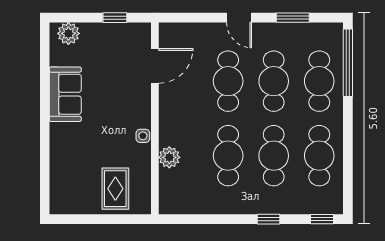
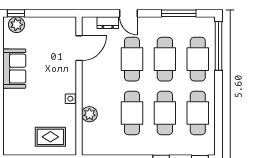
window: (115, 18) -> (16, 13), moved
door: (239, 18) -> (129, 13), moved
window: (293, 18) -> (179, 13), width x1.44
dresser: (195, 31) -> (108, 23), added
rug: (115, 189) -> (50, 137), turned 90

